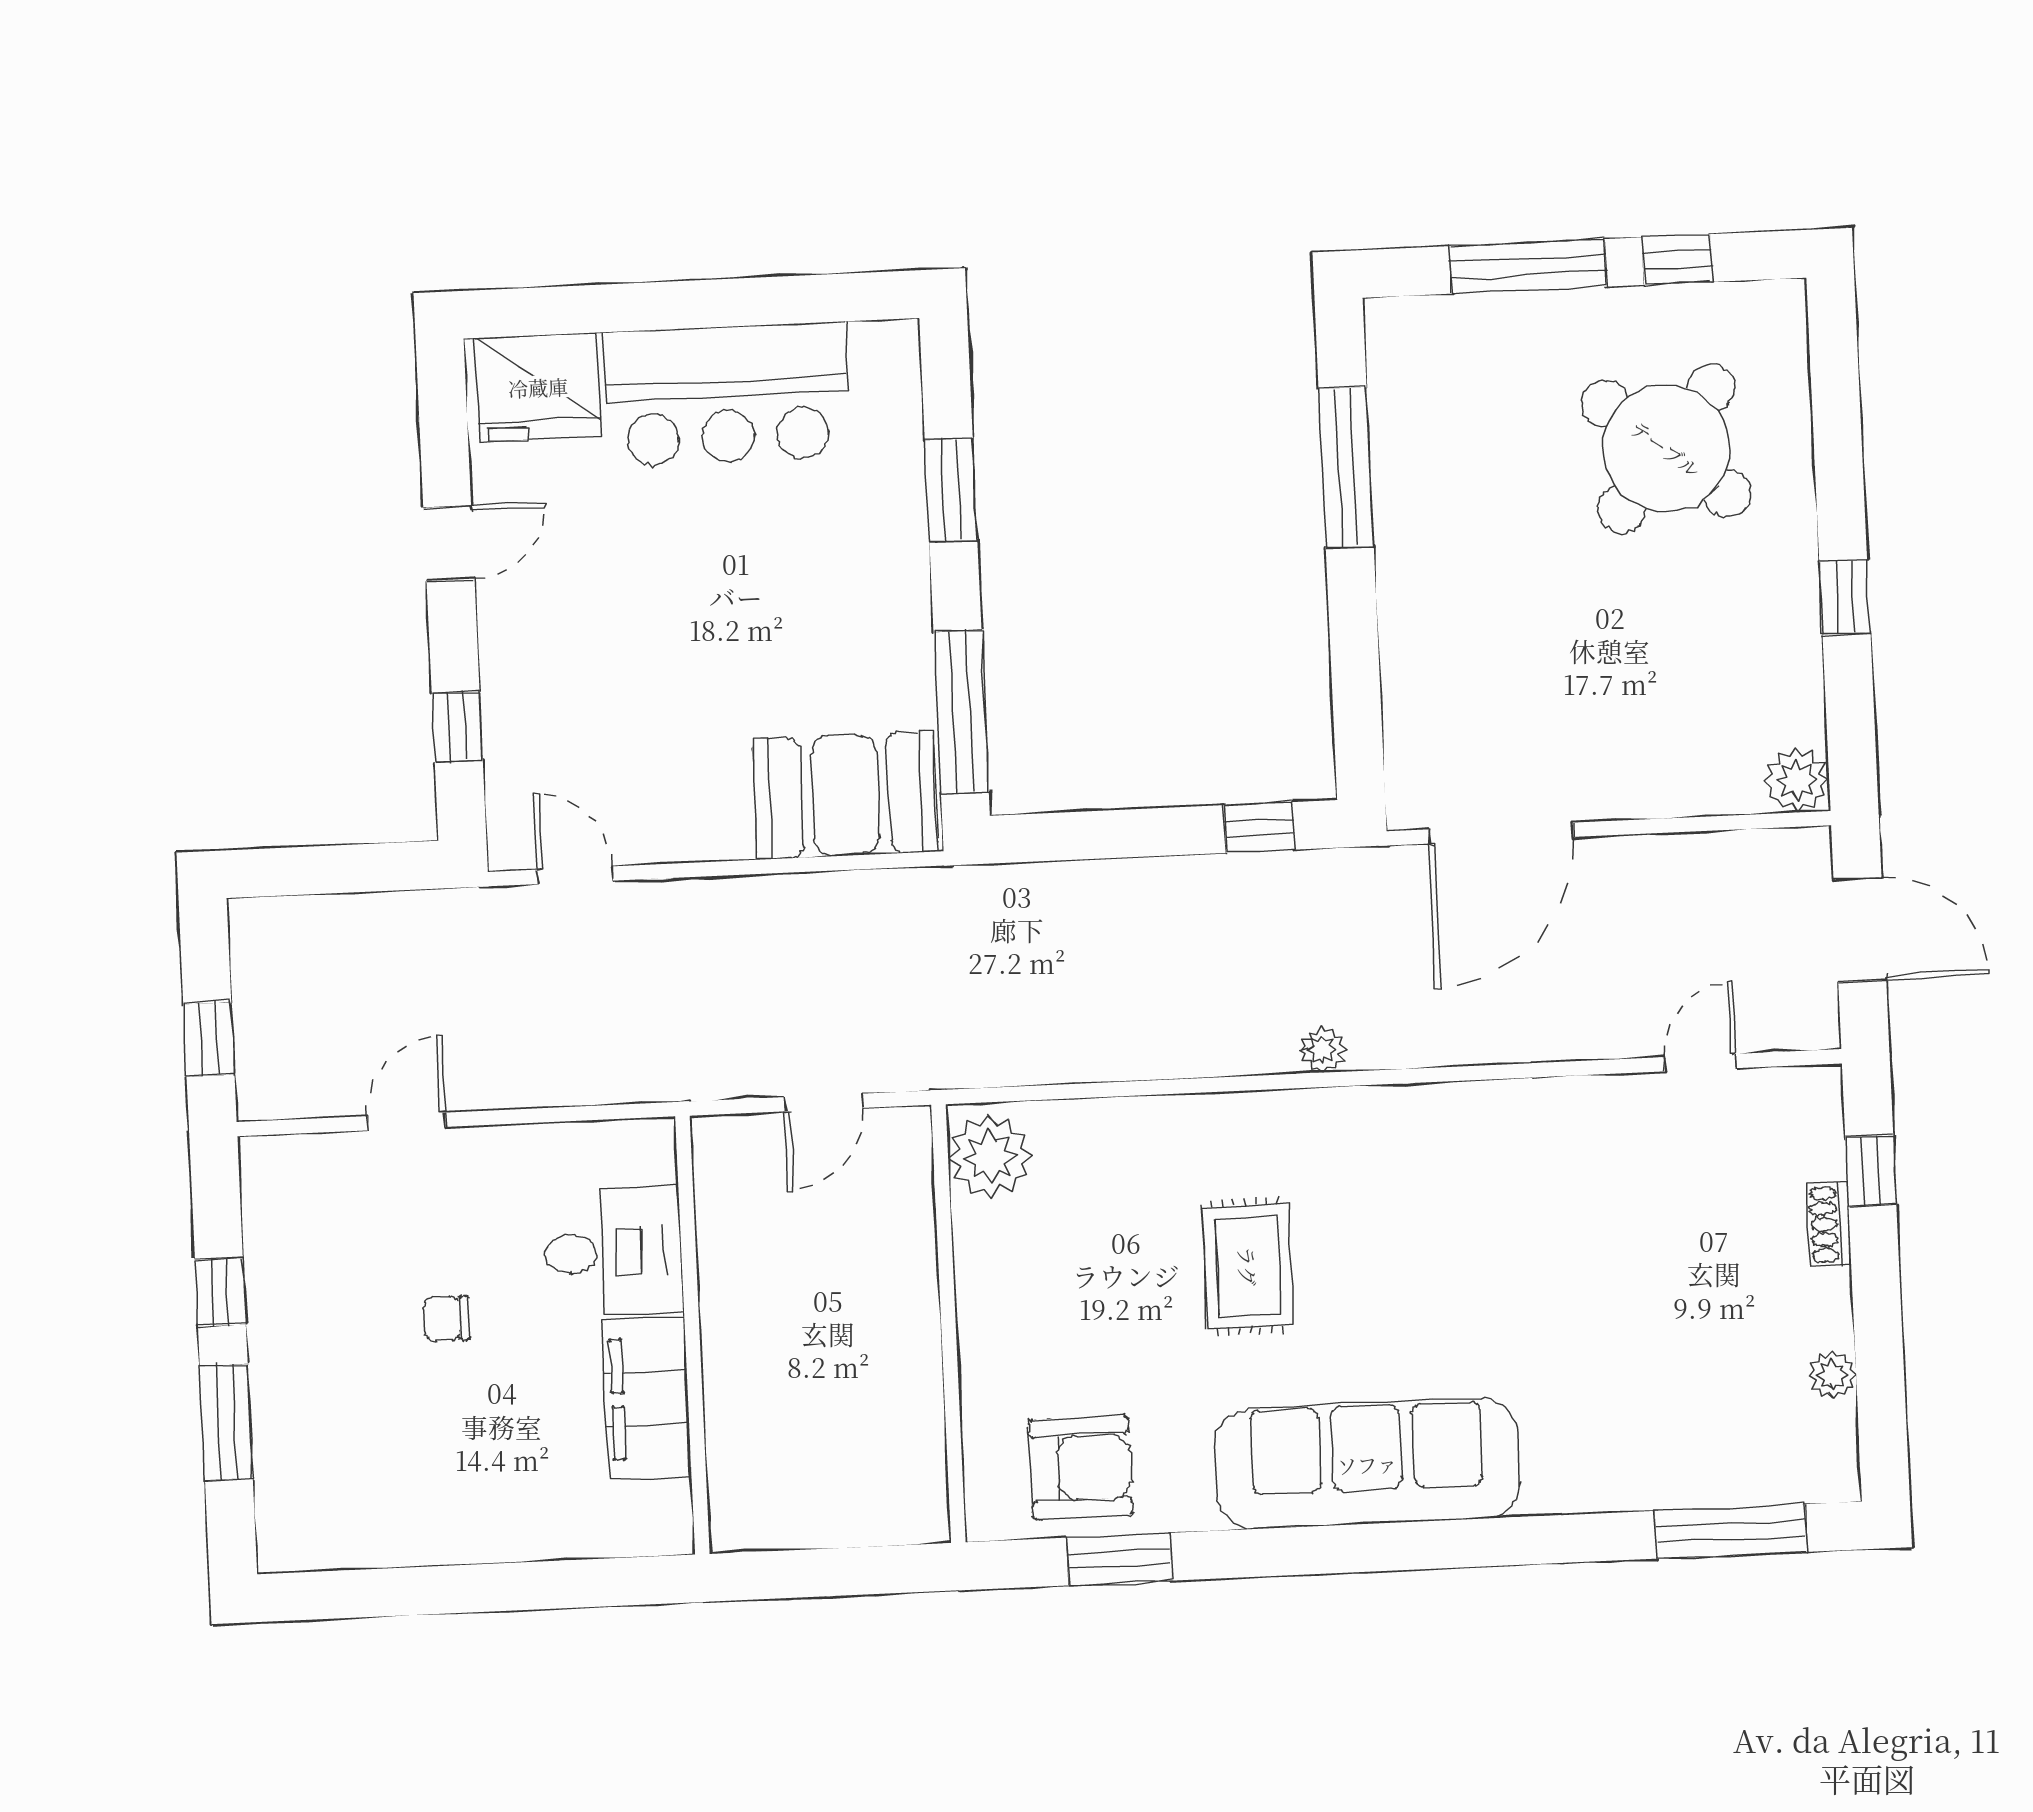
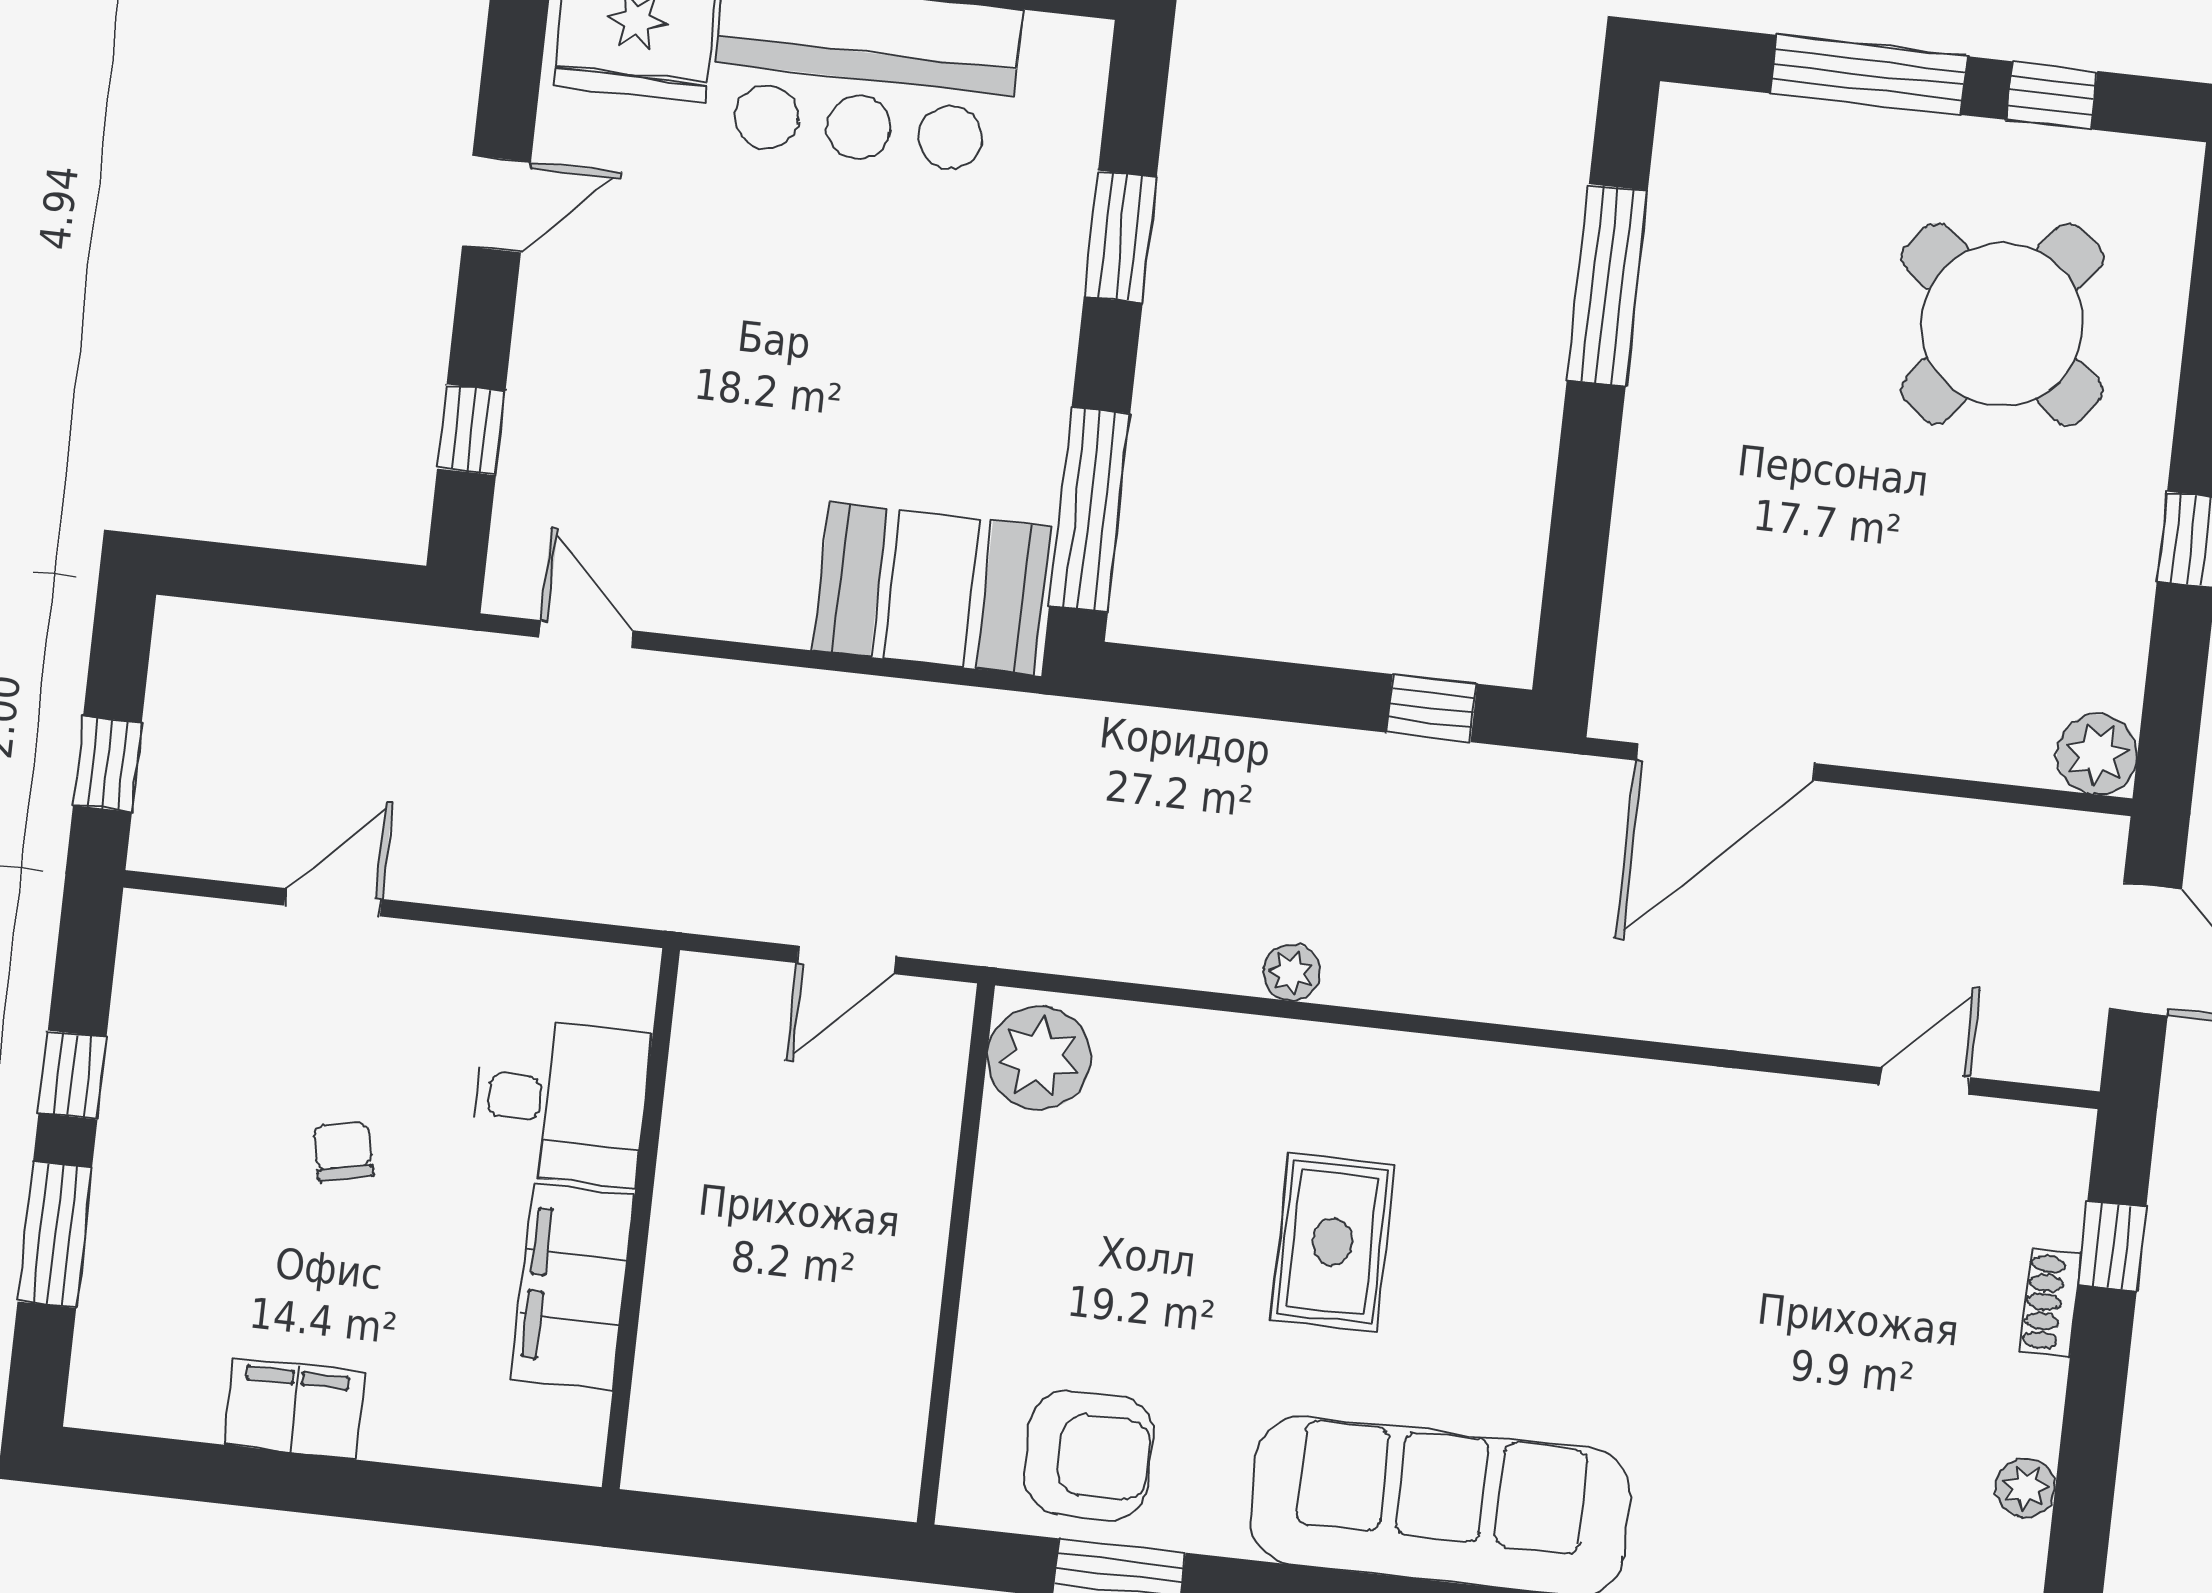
plant: (1322, 1050) -> (1292, 972), moved
chair: (446, 1319) -> (343, 1151), turned 78
filing cabinet: (440, 1531) -> (294, 1408), added

